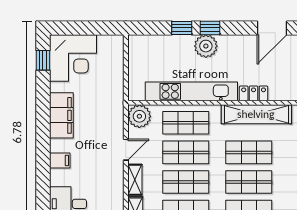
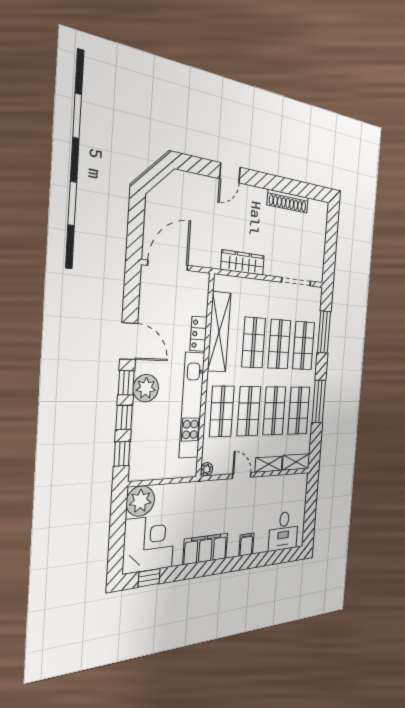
window: (152, 28) -> (122, 454), added
door: (272, 28) -> (129, 341), moved
plant: (111, 47) -> (140, 501), added
plant: (139, 116) -> (207, 469), width x0.53, depth x0.53

